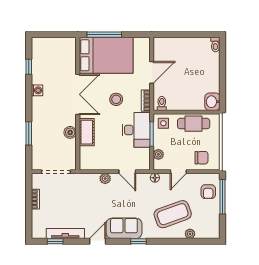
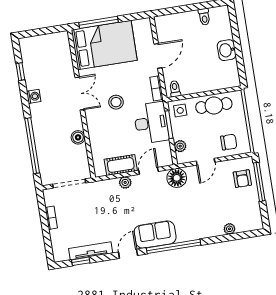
toilet: (215, 45) -> (204, 17), moved
double door: (78, 94) -> (80, 94), width x0.73
stool: (116, 99) -> (116, 102), moved
washbasin: (212, 102) -> (227, 50), moved
cot: (87, 132) -> (121, 165), moved, turned 90
window: (29, 133) -> (32, 146), width x2.11
door: (127, 172) -> (149, 171), swing flipped
floor lamp: (155, 178) -> (177, 178), width x1.89, depth x1.89
coffee table: (173, 214) -> (207, 210), removed
window: (138, 241) -> (174, 246), width x3.17

